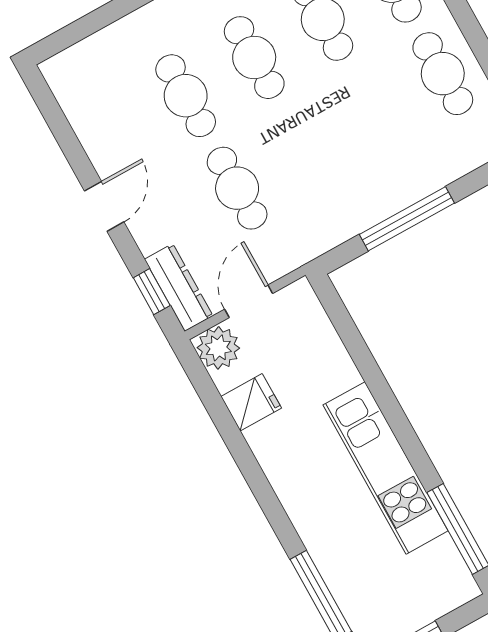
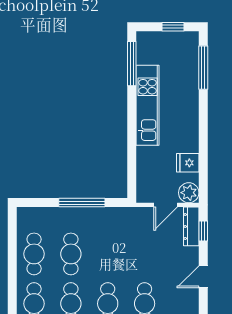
cafe table: (237, 188) -> (71, 254), moved

